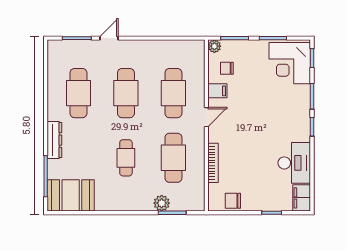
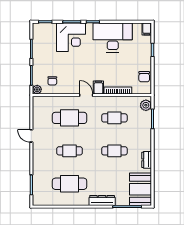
door: (109, 38) -> (31, 136), moved
corner desk: (290, 63) -> (71, 37), moved
filing cabinet: (217, 91) -> (98, 87), moved
cafe table: (126, 93) -> (70, 151), width x0.73, depth x0.74
cafe table: (173, 158) -> (114, 118), width x0.73, depth x0.74
desk: (294, 163) -> (113, 37), width x1.36, depth x1.30
filing cabinet: (302, 198) -> (147, 29), width x0.50
plant: (162, 203) -> (146, 105), moved
dresser: (113, 204) -> (147, 160), added

